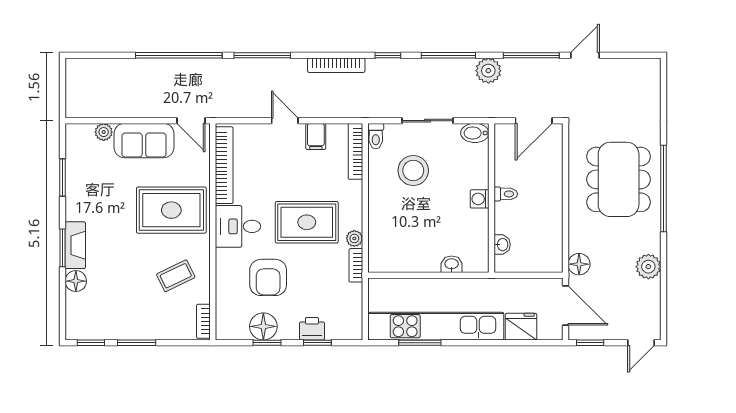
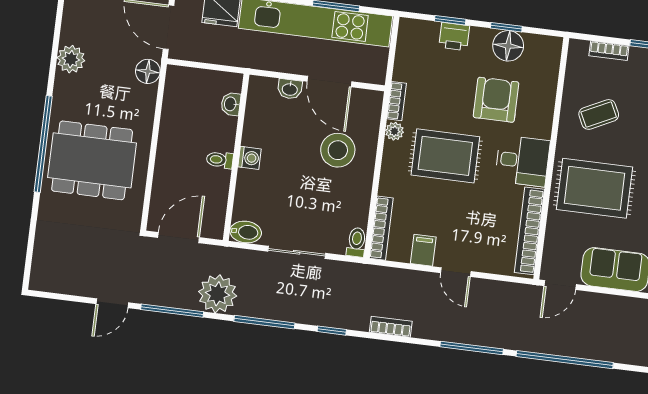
bookcase: (336, 65) -> (391, 327), width x0.64
plant: (488, 71) -> (218, 294), width x1.36, depth x1.36
door: (191, 121) -> (560, 285), swing flipped
stool: (413, 171) -> (338, 150), moved
dining table: (619, 179) -> (92, 160), turned 90
door: (417, 275) -> (329, 82), added
bookcase: (203, 321) -> (609, 51), moved, turned 90

